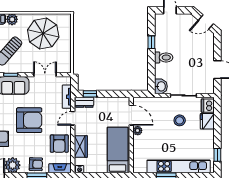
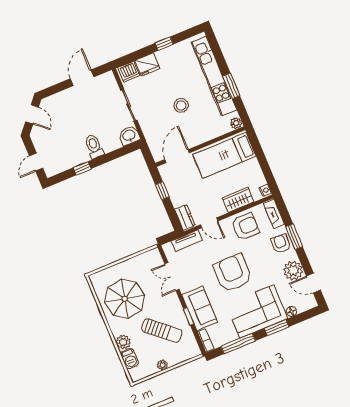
window: (90, 94) -> (162, 191), moved
stool: (180, 120) -> (181, 105), moved
plant: (138, 131) -> (236, 123), moved
window: (217, 155) -> (164, 44), moved

